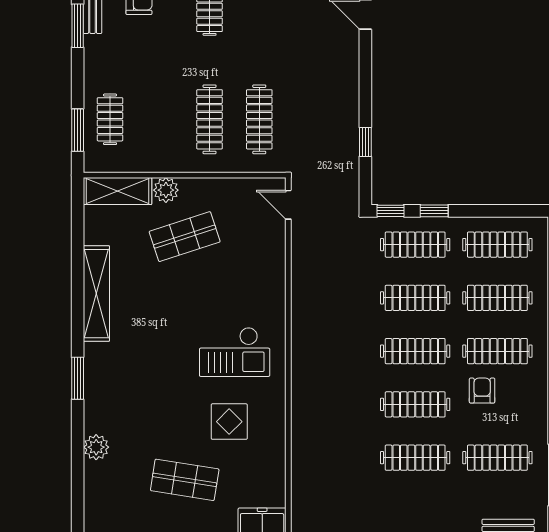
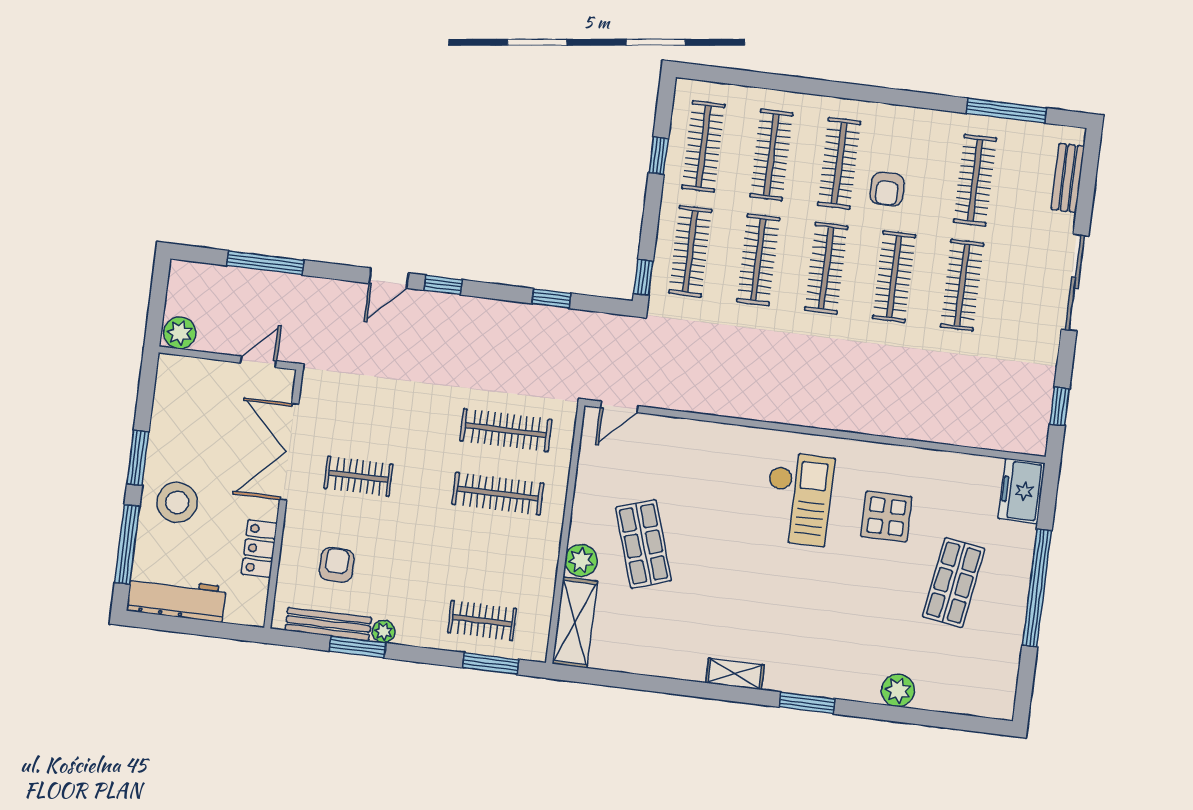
plant: (92, 44) -> (384, 631), added
window: (365, 57) -> (443, 285), added
window: (434, 211) -> (658, 156), moved
shelving: (96, 294) -> (735, 674), width x0.45, depth x0.75
armchair: (482, 391) -> (887, 189), turned -90

